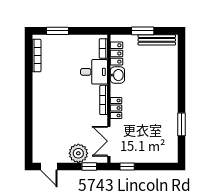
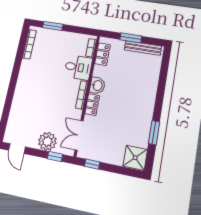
washbasin: (117, 75) -> (97, 85), moved
shower: (167, 152) -> (135, 158), added

